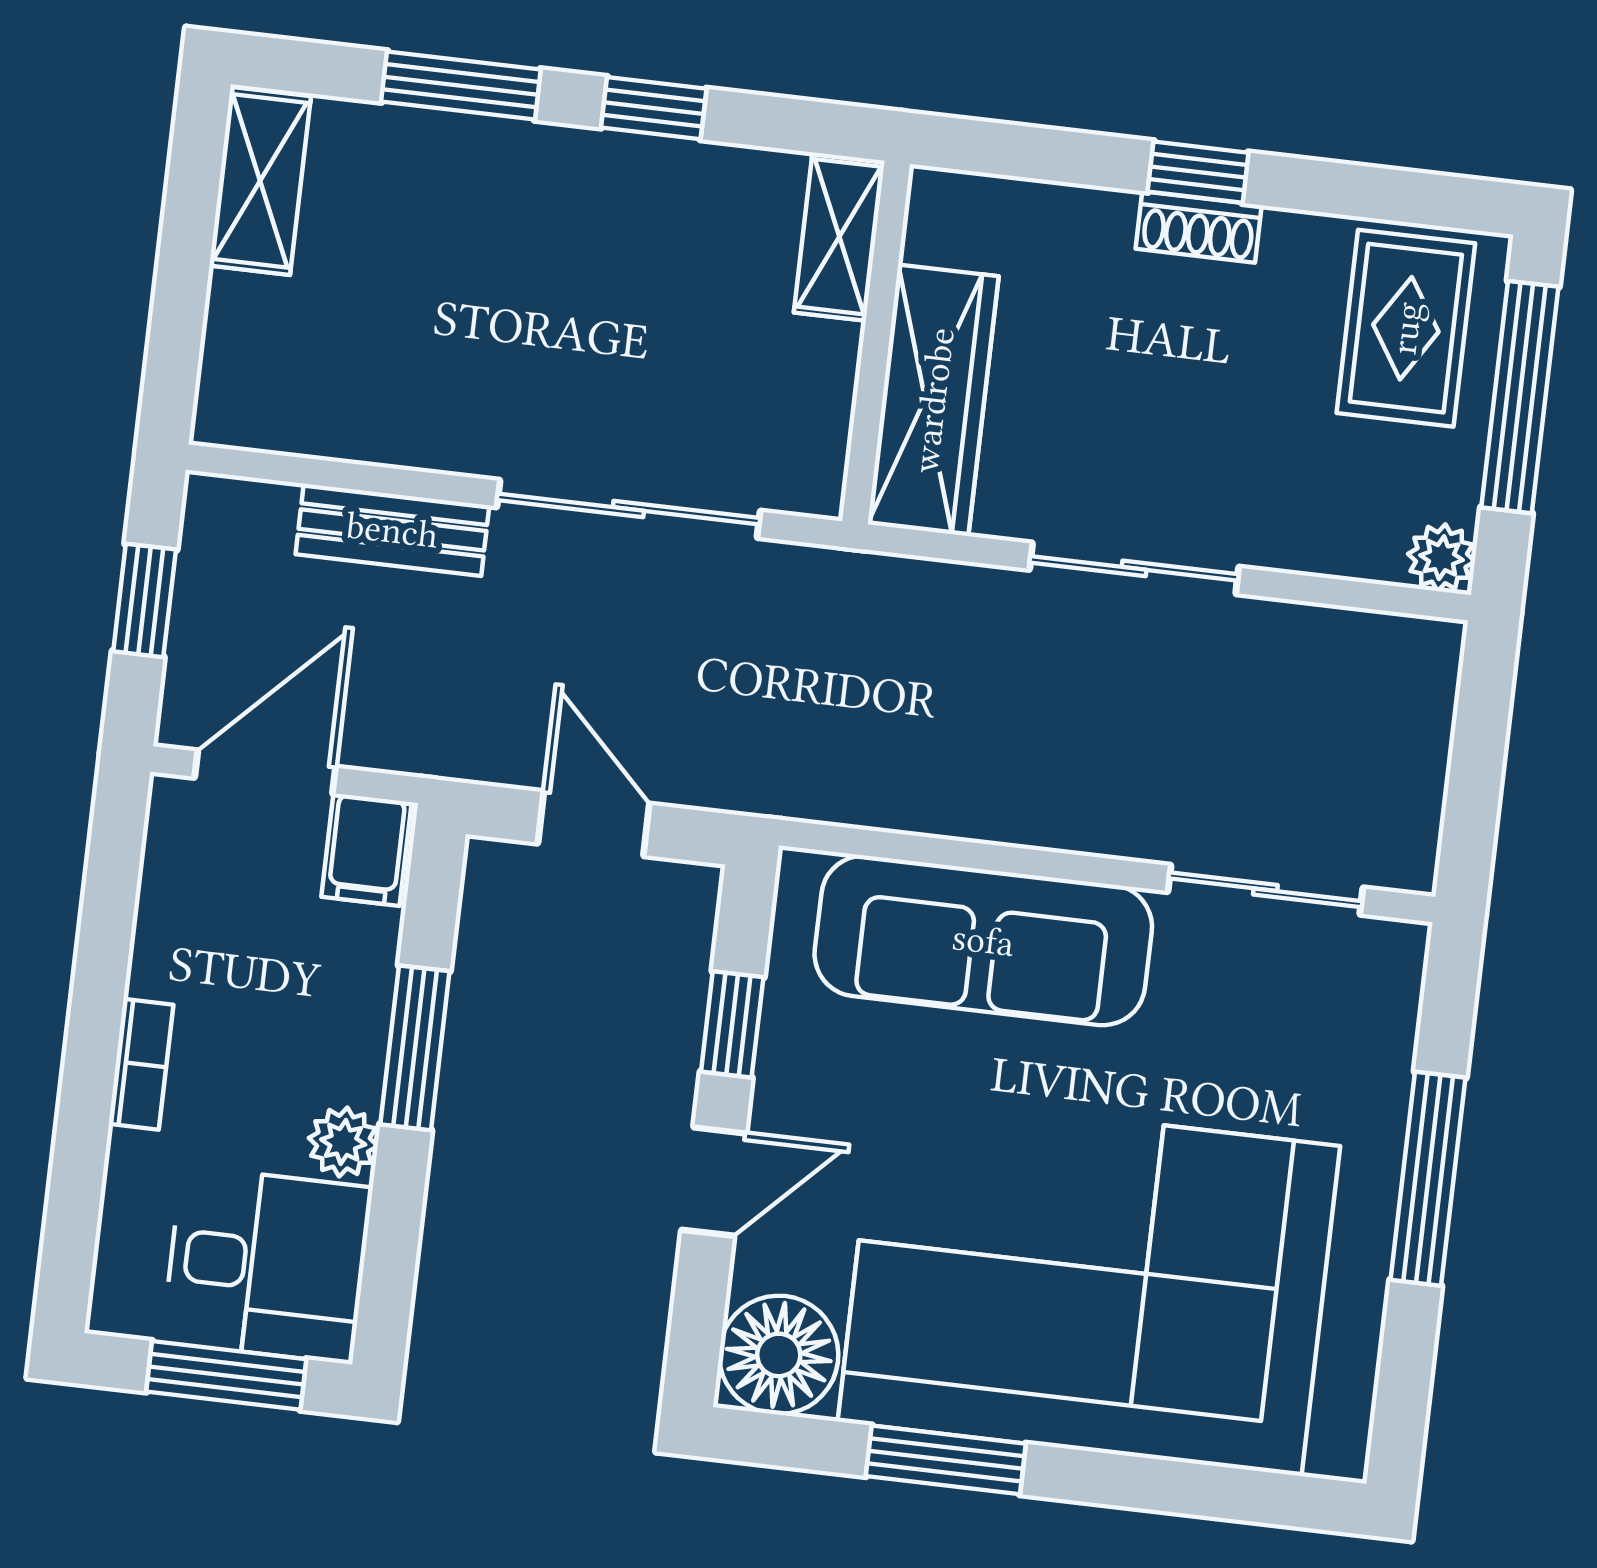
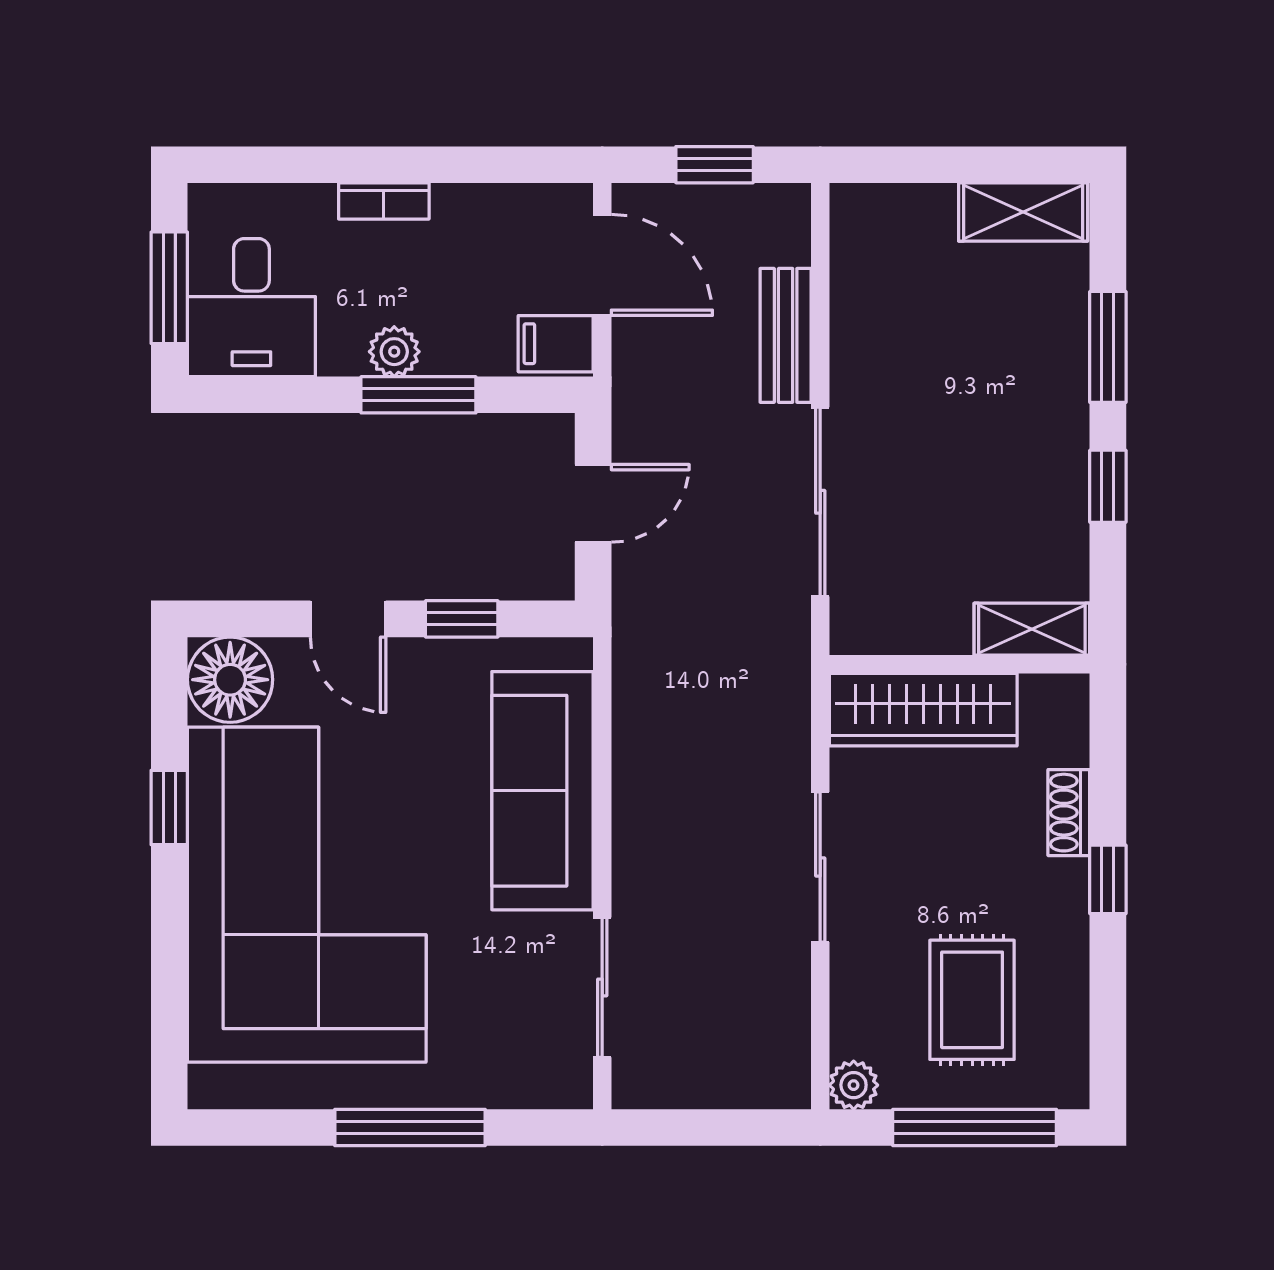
shoe rack: (1199, 227) -> (1069, 813), moved
rug: (1406, 328) -> (972, 1000), moved, turned 90
plant: (343, 1142) -> (394, 352), moved
window: (946, 1460) -> (169, 807), width x0.67

